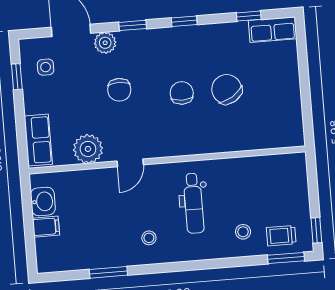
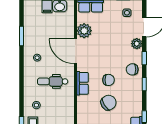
chair: (119, 90) -> (132, 69), moved
row of seats: (192, 144) -> (82, 83), added
door: (130, 163) -> (75, 51), width x1.88

